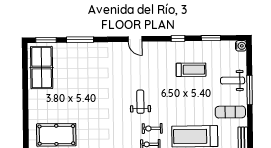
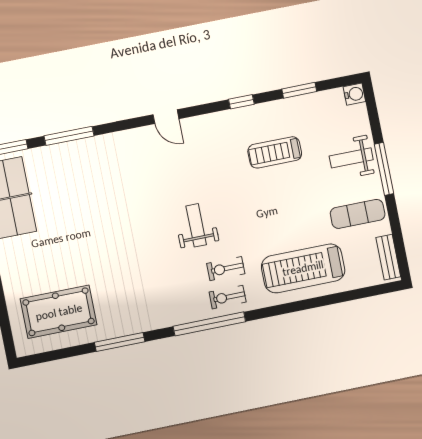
treadmill: (191, 70) -> (275, 152), turned 180

